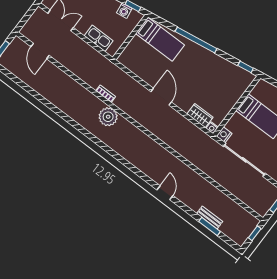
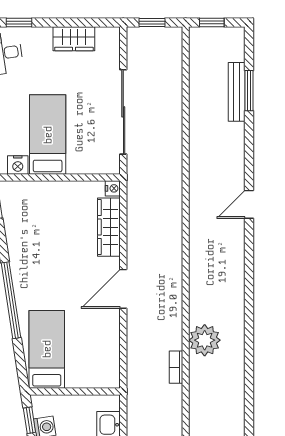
wardrobe: (200, 116) -> (109, 227), width x1.50
nightstand: (224, 135) -> (18, 165), moved
door: (165, 193) -> (249, 204), moved
bench: (210, 217) -> (237, 92), width x1.36

